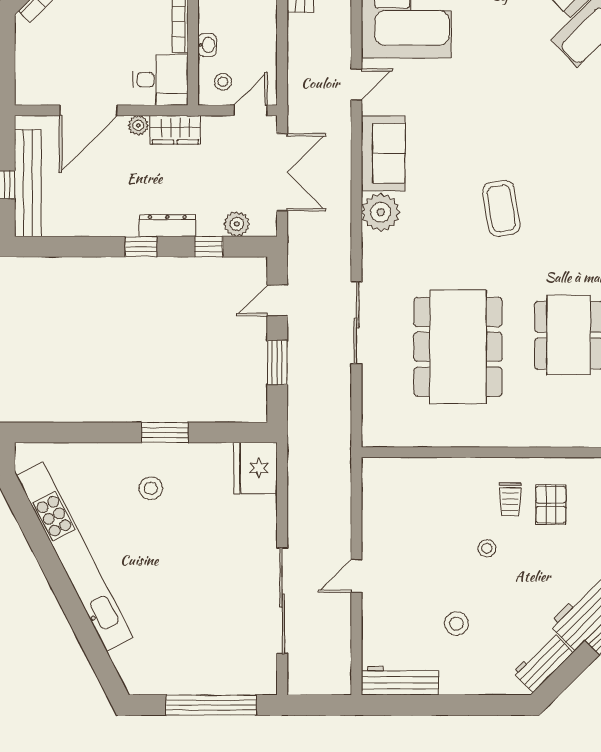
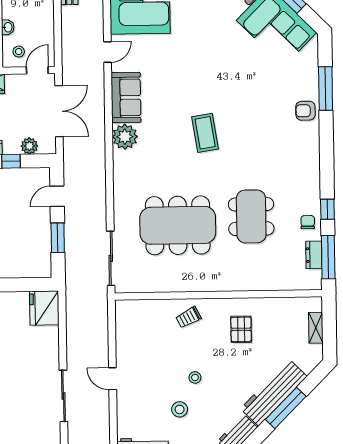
sliding door: (356, 323) -> (111, 258), moved
dining table: (458, 347) -> (178, 225), turned 90
trolley: (510, 499) -> (188, 317), moved, turned 63
stool: (487, 548) -> (195, 377), moved
door: (356, 576) -> (113, 379), hinge flipped
sliding door: (282, 601) -> (63, 396), width x0.73

